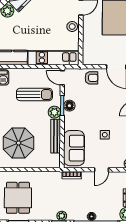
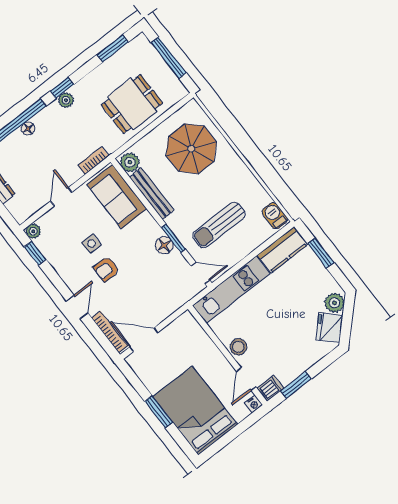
armchair: (91, 78) -> (106, 269), moved
plant: (54, 112) -> (130, 162), moved
dining table: (18, 198) -> (132, 104), moved, turned 90

